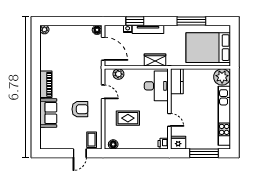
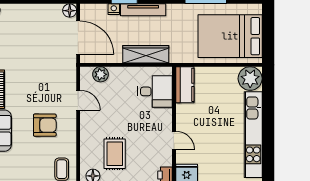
wardrobe: (155, 60) -> (146, 54), width x1.50
desk: (156, 86) -> (155, 91), width x0.73
rug: (128, 118) -> (115, 154), moved, turned 90

